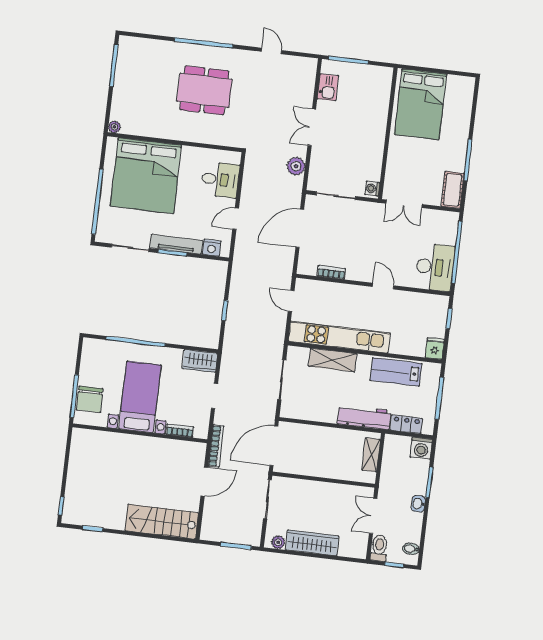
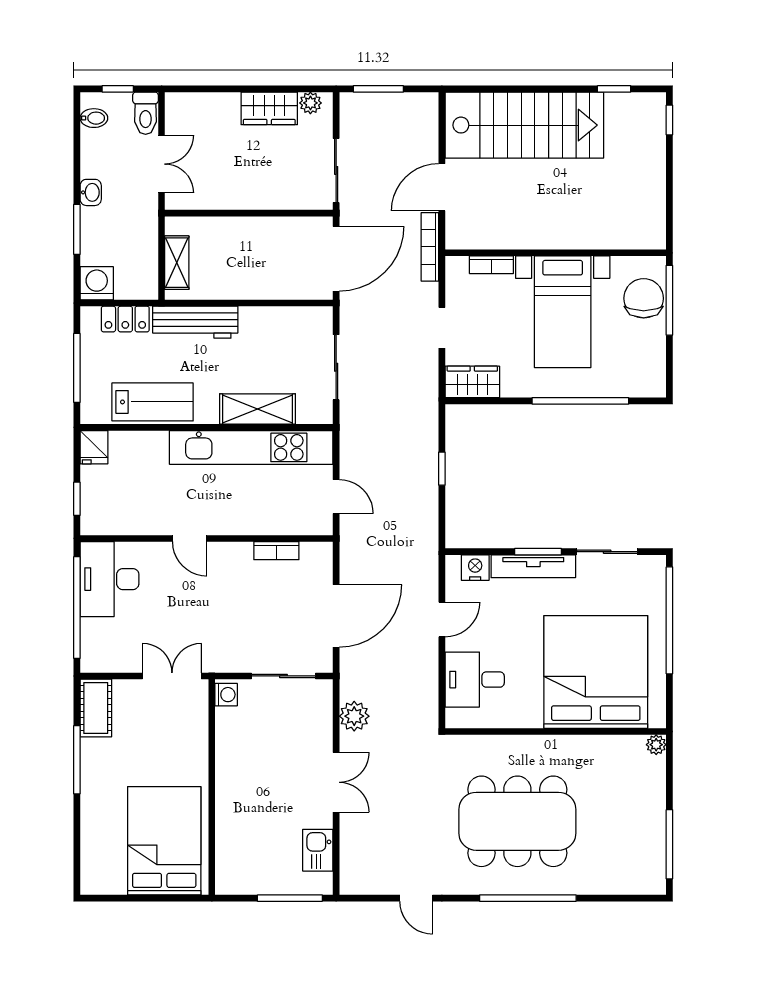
dining table: (204, 90) -> (517, 821), width x1.36, depth x1.24
stairs: (162, 522) -> (524, 125), width x1.36, depth x1.51
wardrobe: (312, 543) -> (269, 108), width x0.67

